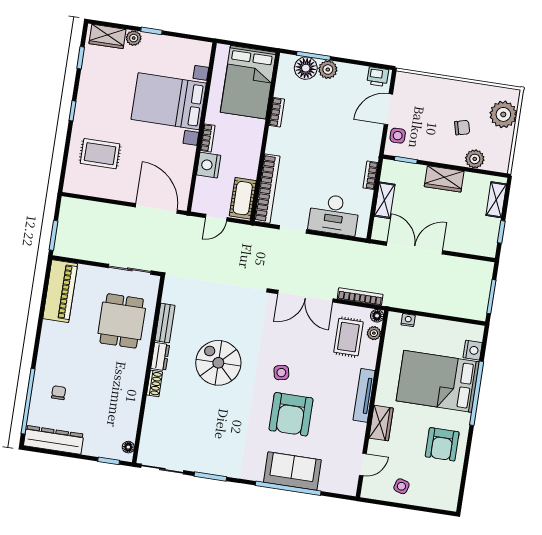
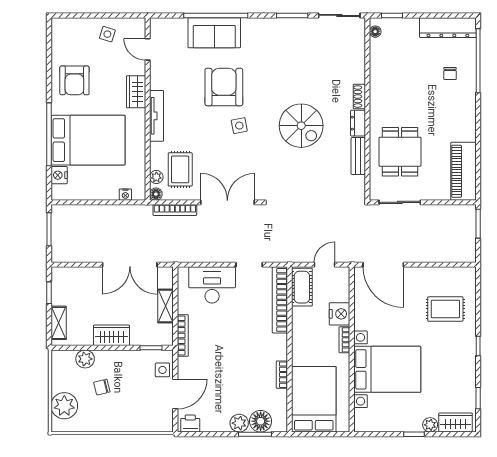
bookcase: (370, 175) -> (183, 336), width x1.56
armchair: (442, 444) -> (74, 80), turned 180
door: (363, 464) -> (148, 49), hinge flipped

